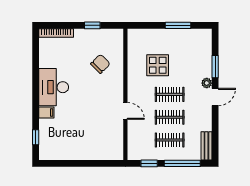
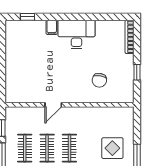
chair: (100, 64) -> (99, 80), turned 54
display table: (158, 65) -> (112, 148), moved

